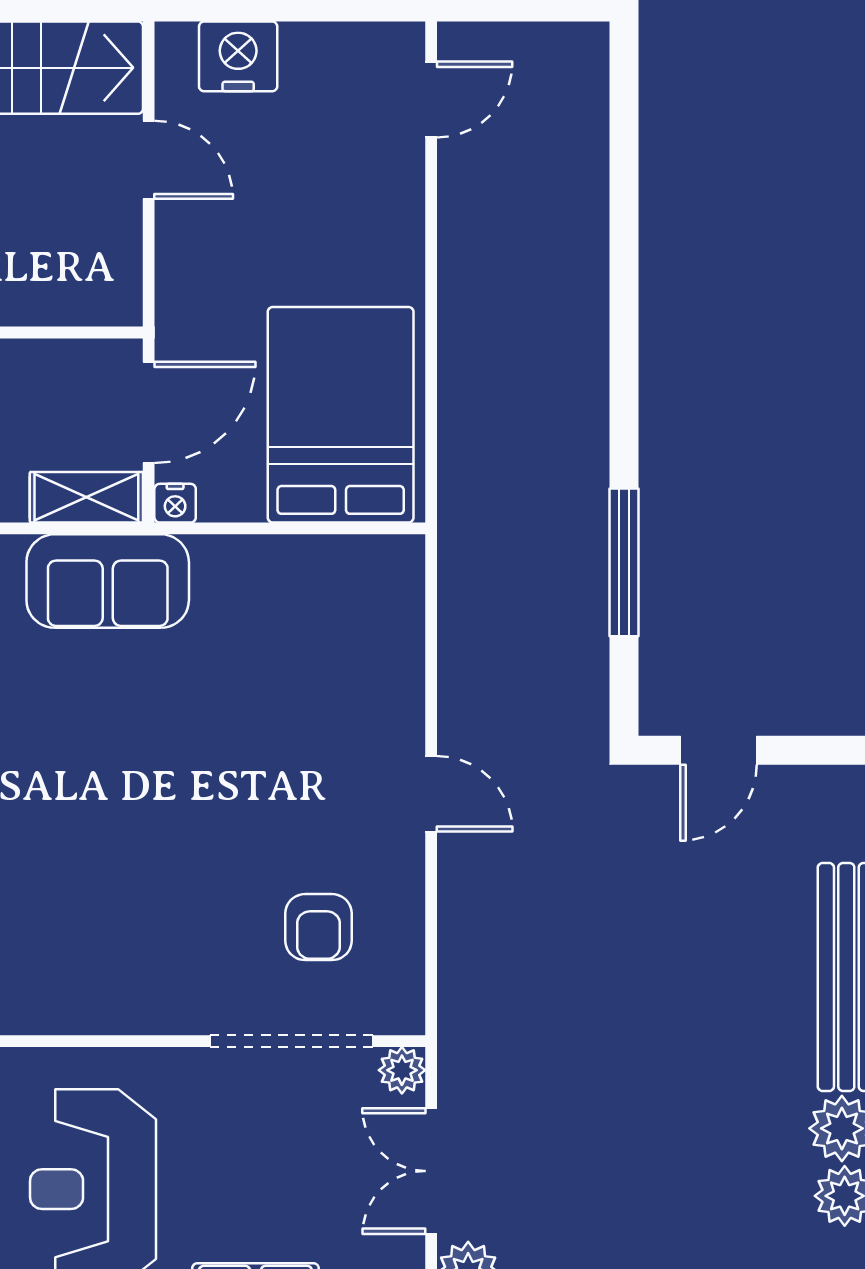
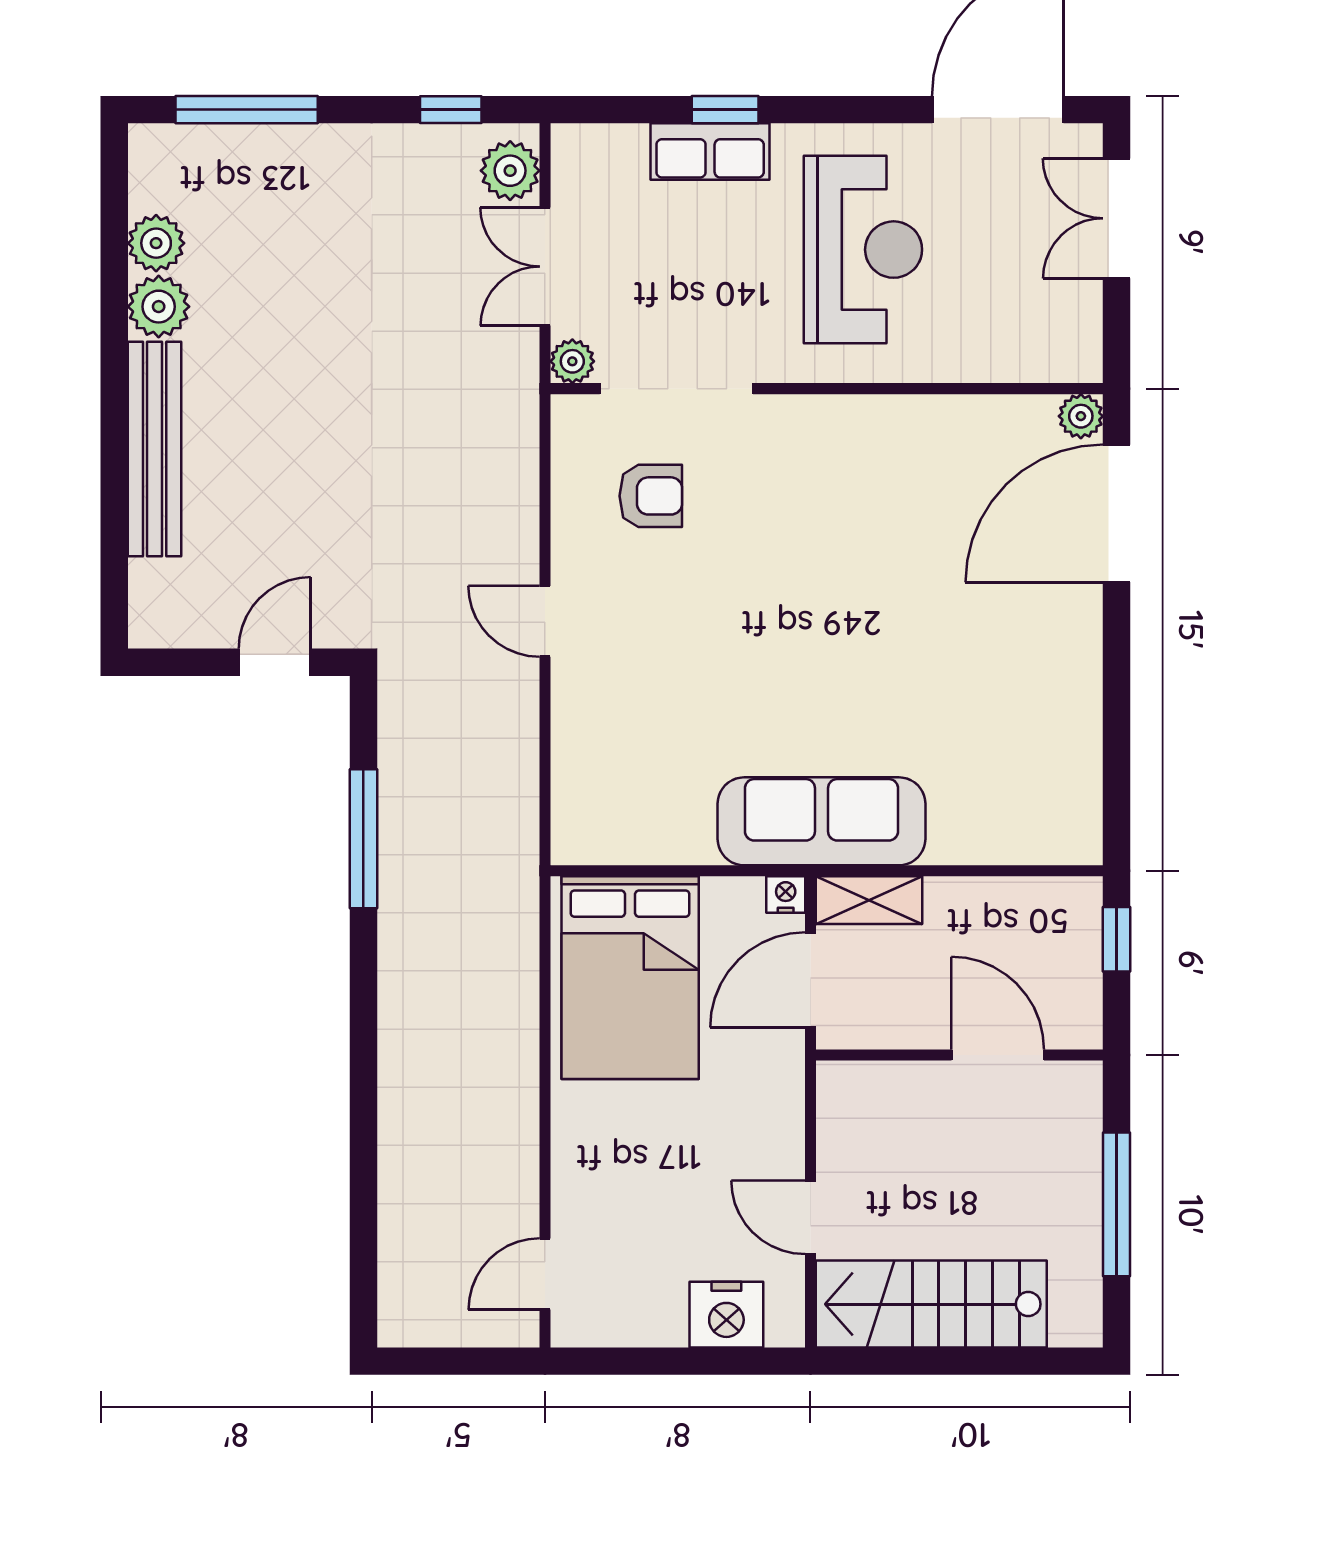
sofa: (108, 581) -> (822, 821), width x1.36
armchair: (318, 927) -> (651, 496), turned 90
double door: (431, 1171) -> (545, 267), swing flipped

